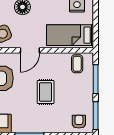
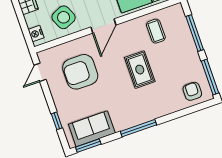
coffee table: (77, 64) -> (156, 31), moved

